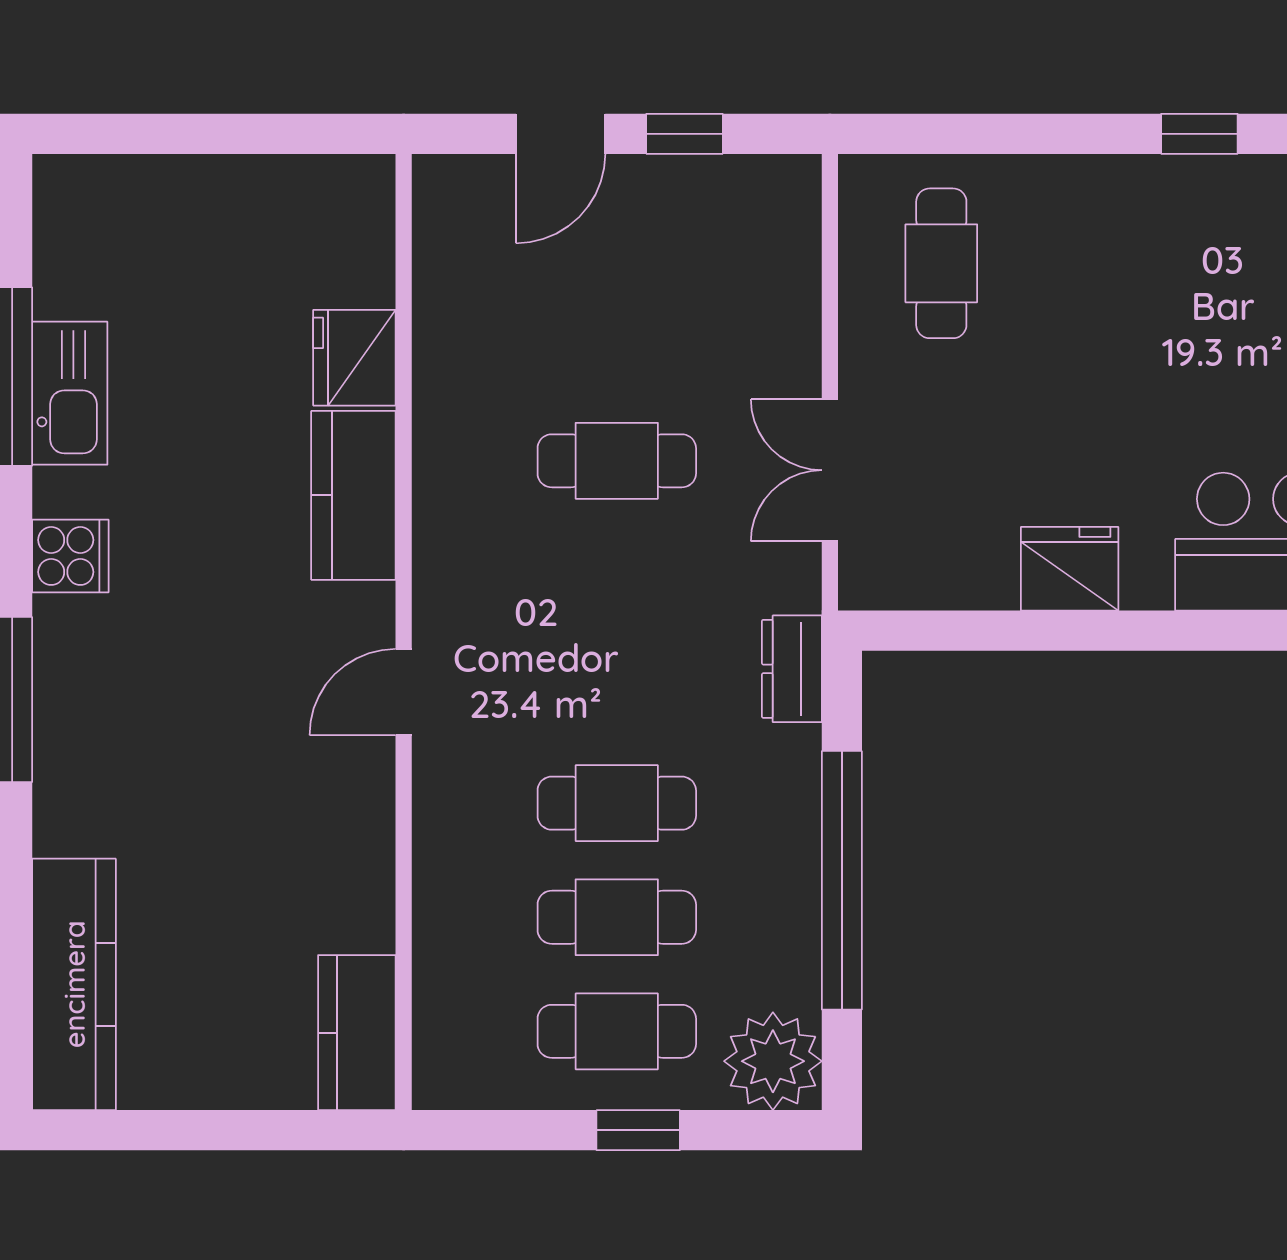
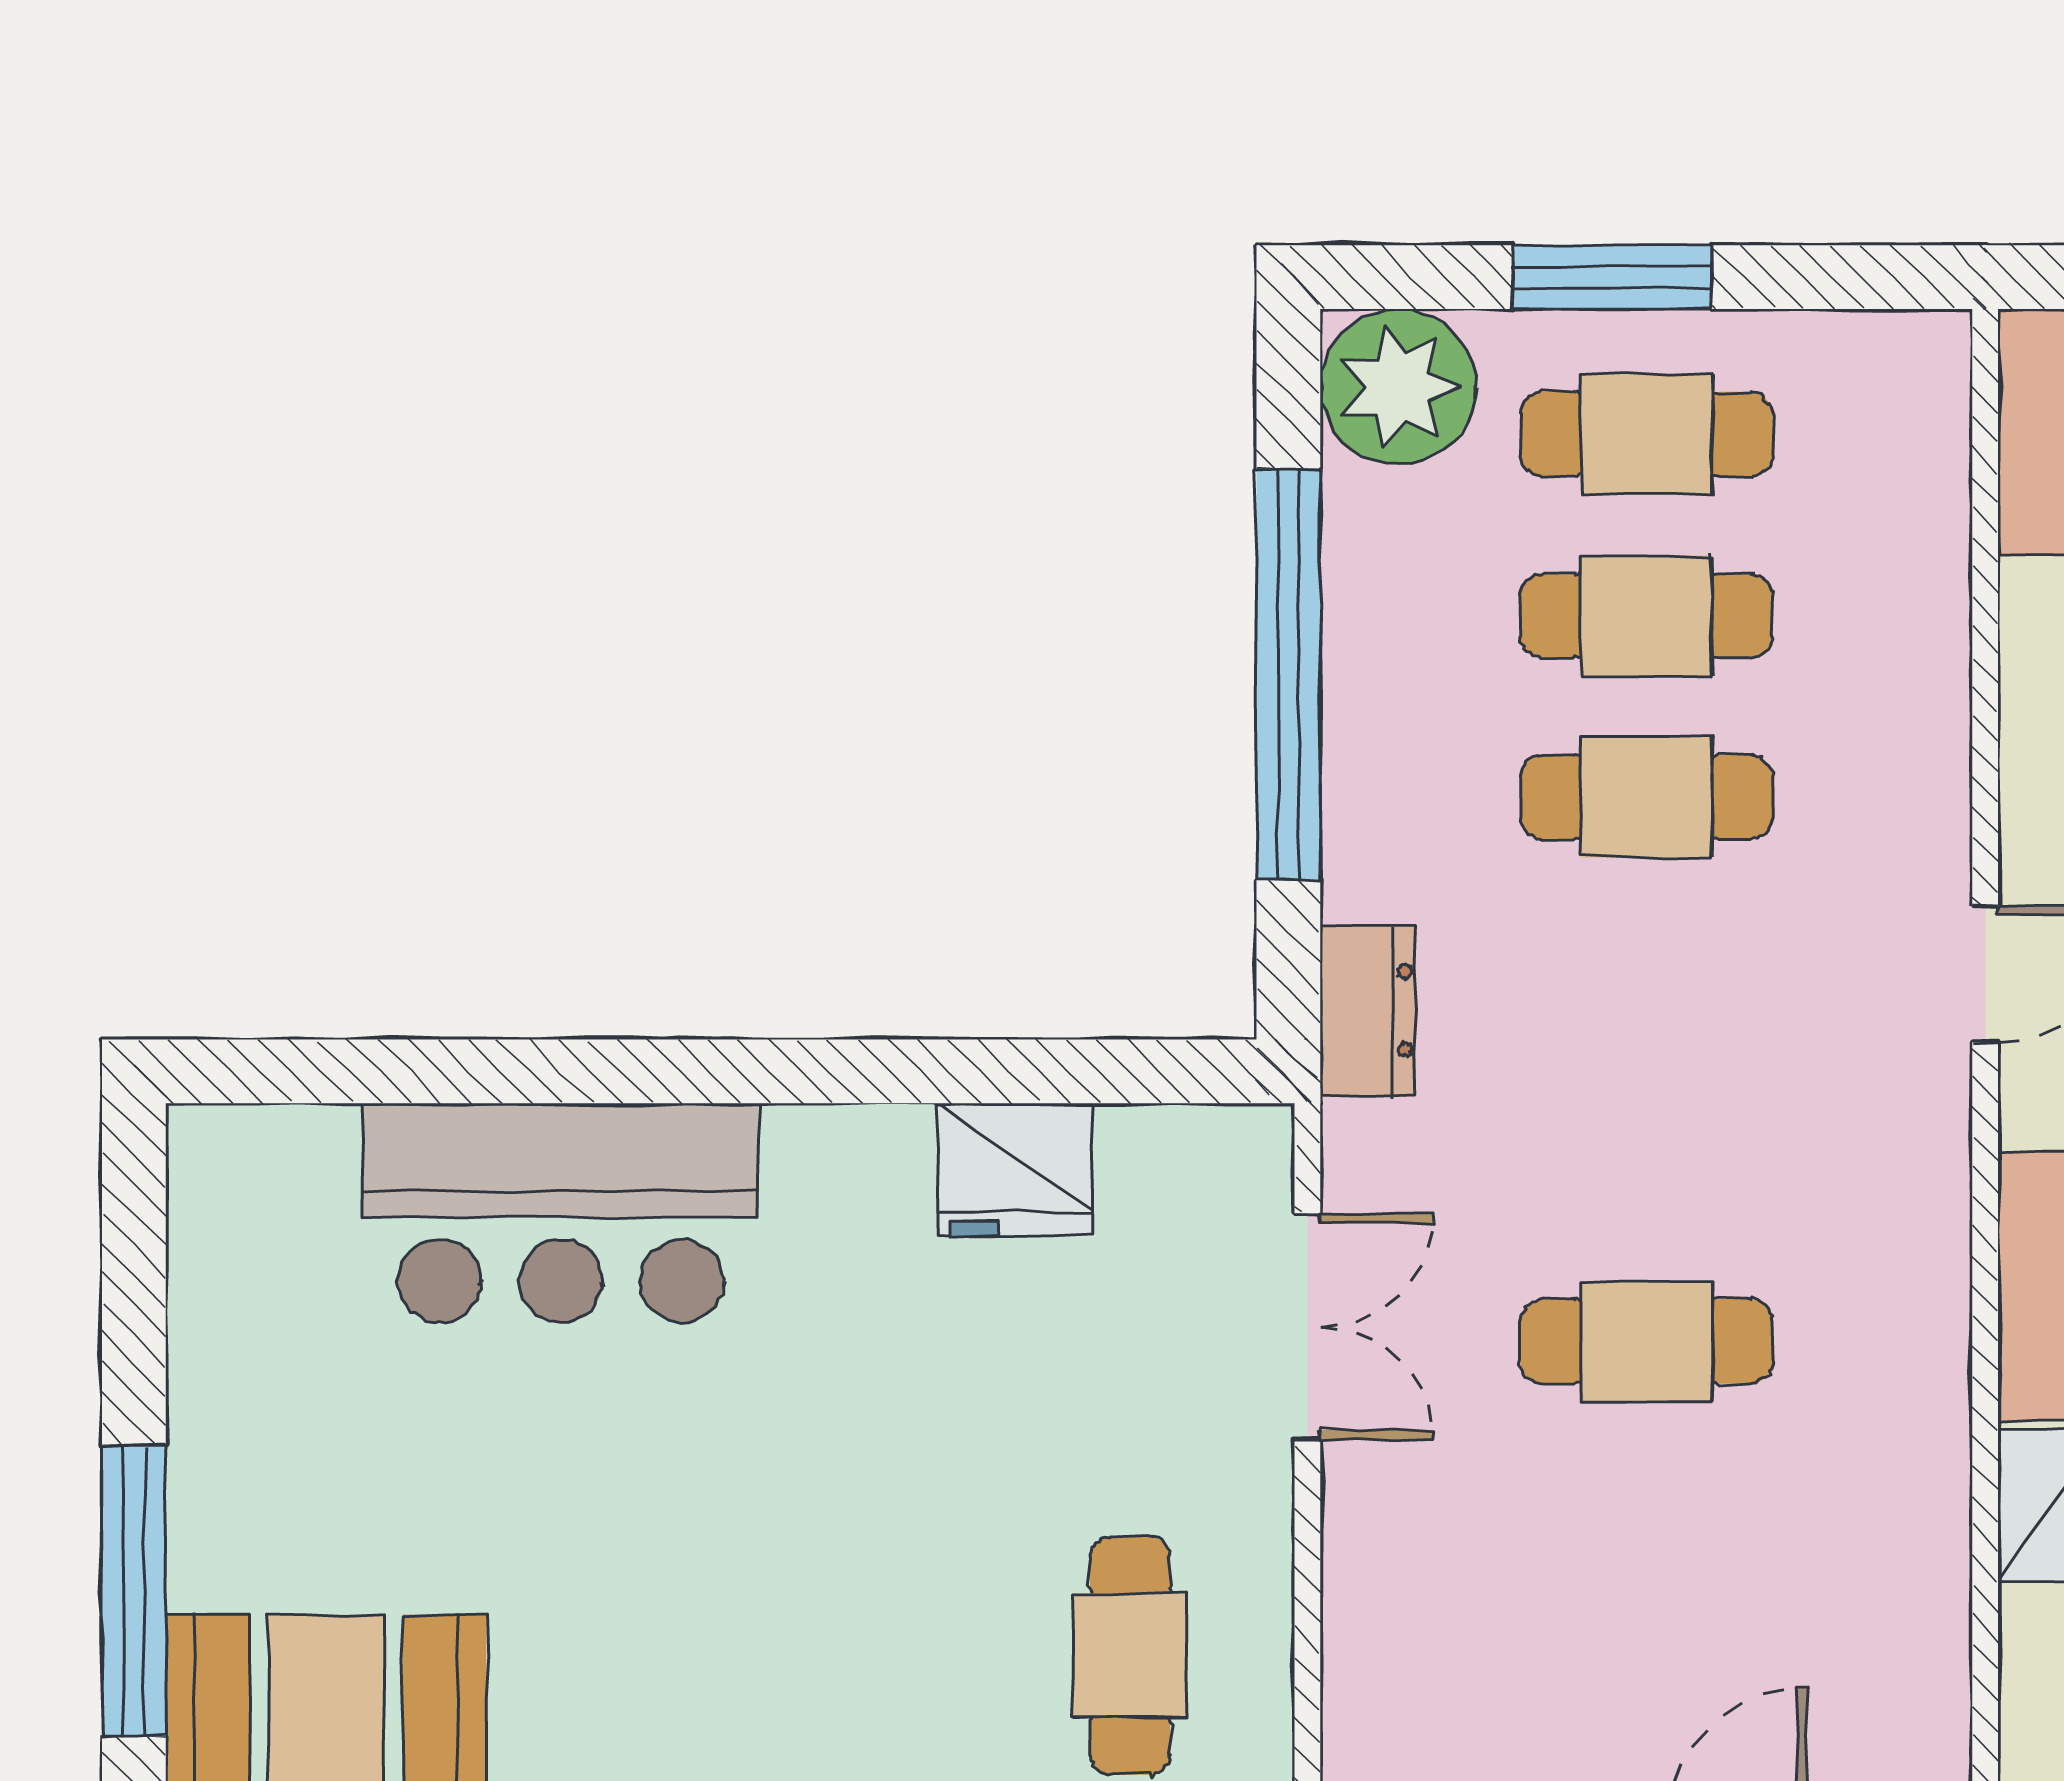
fridge: (1070, 569) -> (1015, 1170), moved
window: (638, 1130) -> (1612, 277), width x1.50

